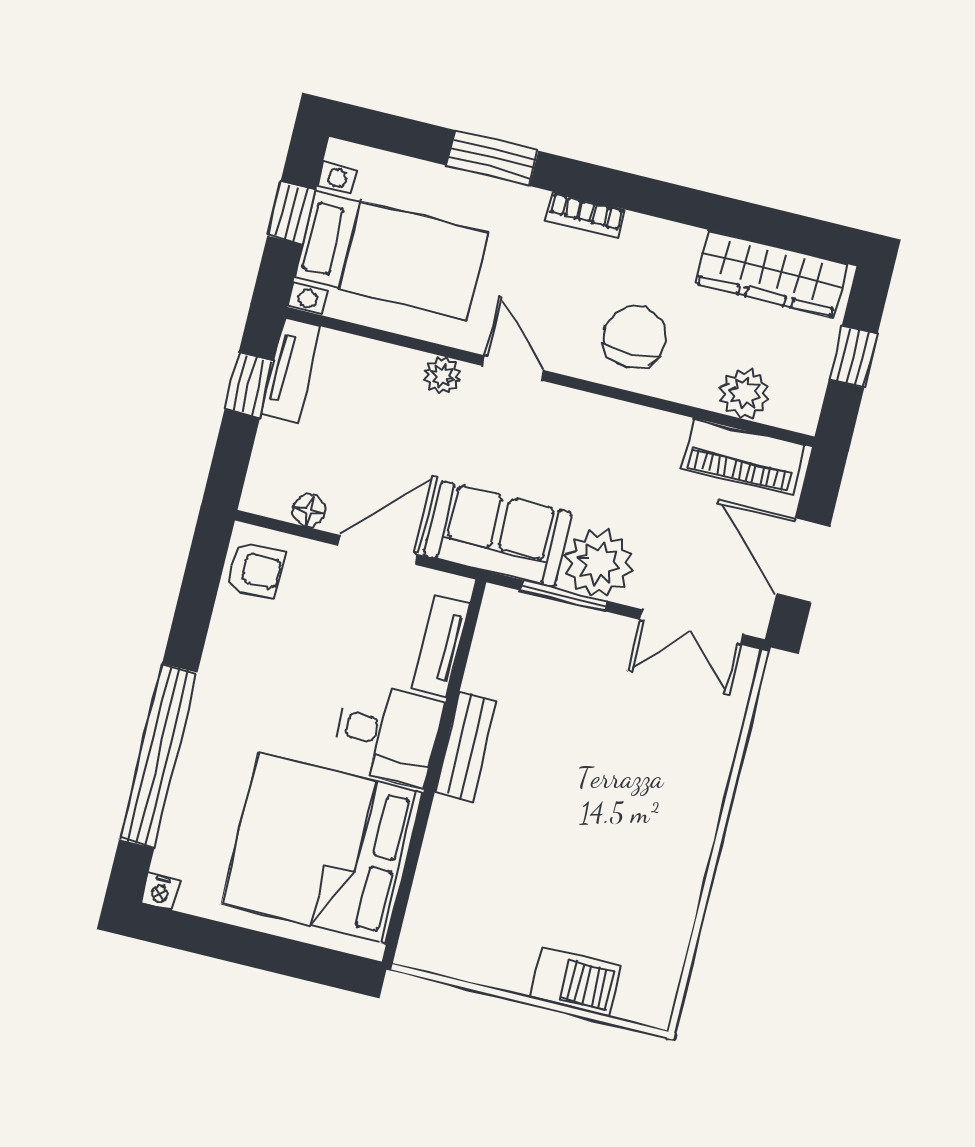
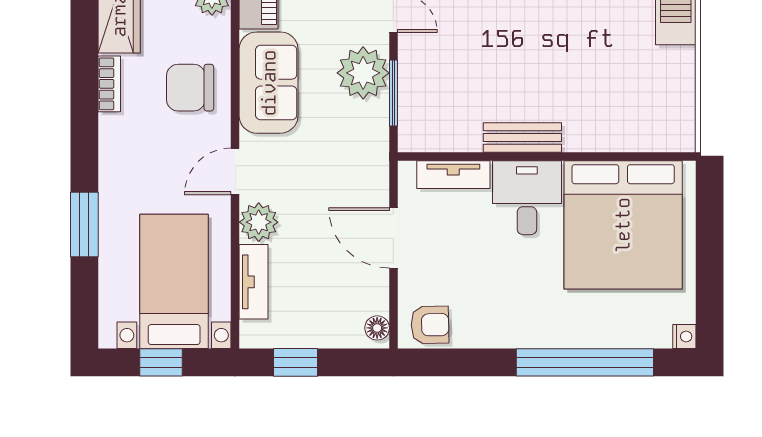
bookcase: (586, 215) -> (109, 84), moved
tv unit: (291, 370) -> (254, 282), moved, turned 90
plant: (442, 375) -> (259, 222), width x1.38, depth x1.38
floor lamp: (309, 511) -> (377, 328), moved
sofa: (498, 534) -> (269, 83), moved, turned 180
armchair: (255, 569) -> (430, 325), turned 89

